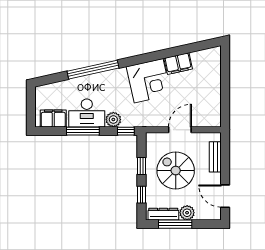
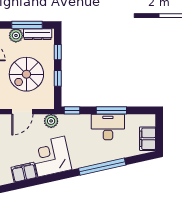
filing cabinet: (53, 118) -> (148, 139), moved, turned 90
plant: (113, 120) -> (51, 121), moved
spiral stairs: (176, 171) -> (26, 74), turned 90

